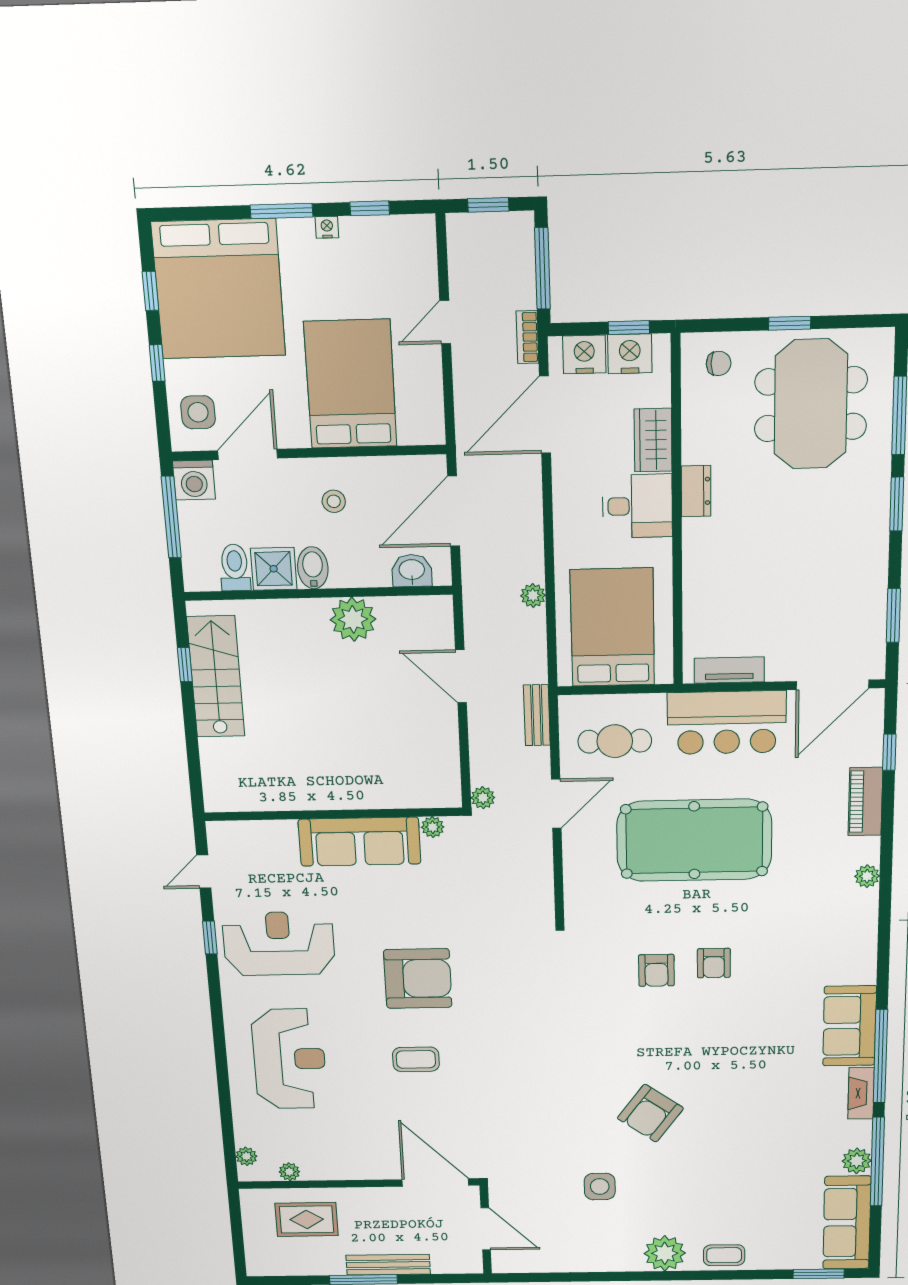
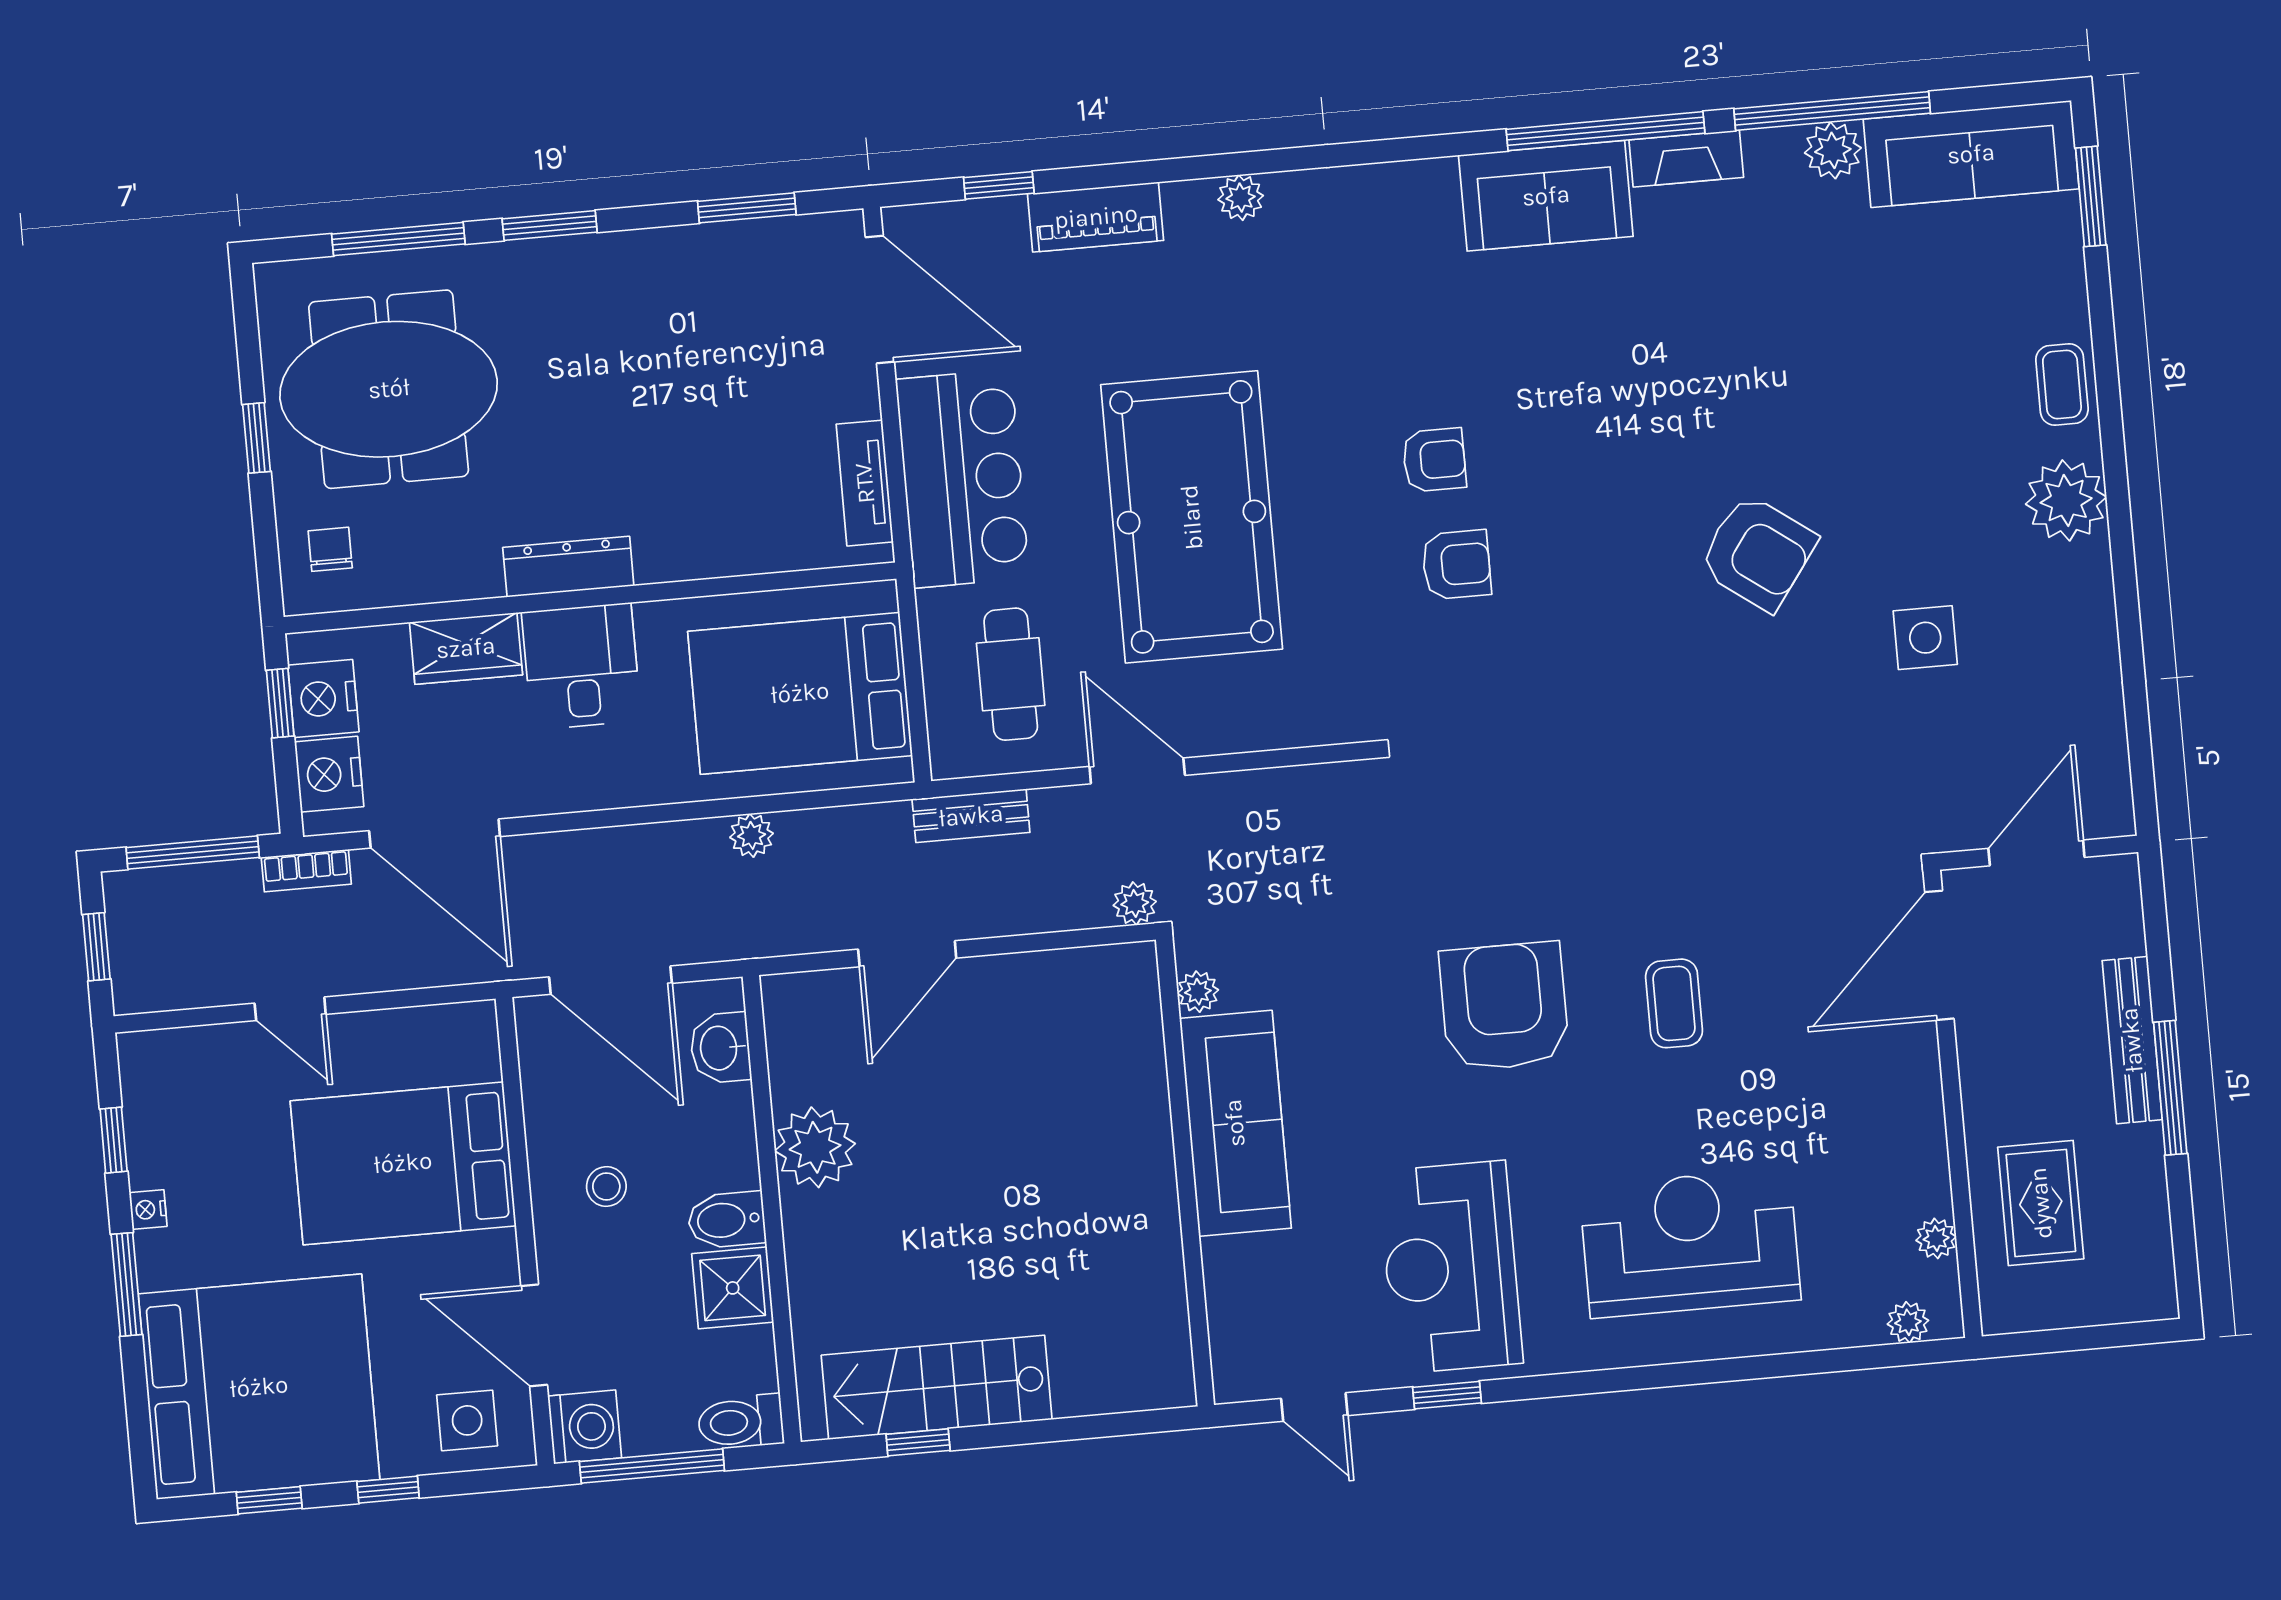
dresser: (696, 491) -> (568, 567), width x1.44
toilet: (235, 567) -> (741, 1422), moved

